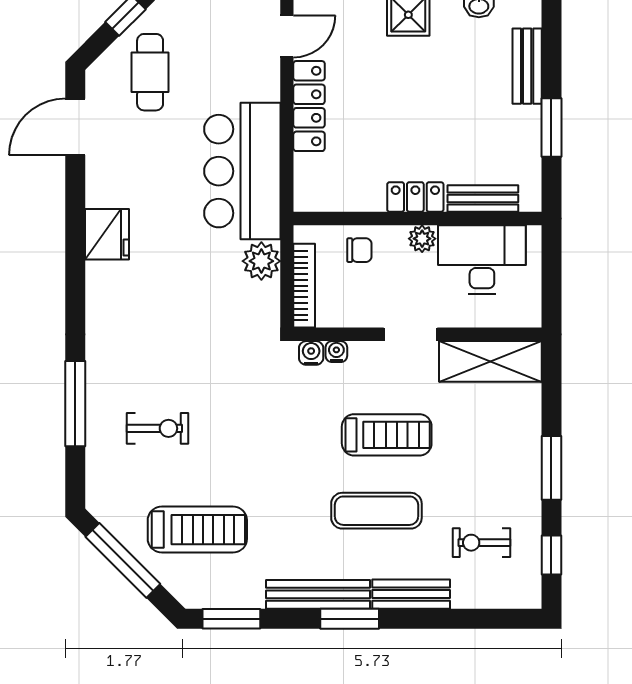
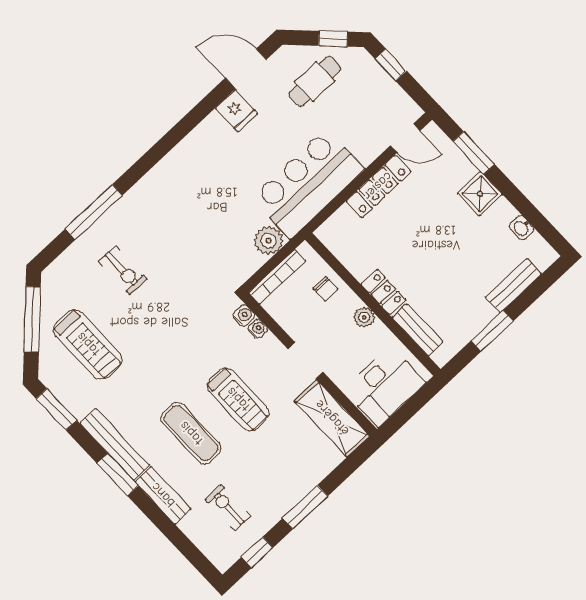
fridge: (107, 234) -> (236, 111), moved, width x0.72
desk: (482, 260) -> (385, 386), moved, turned 90

